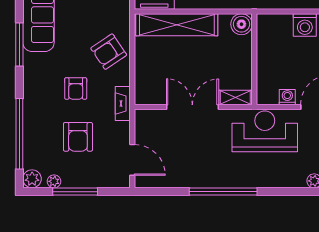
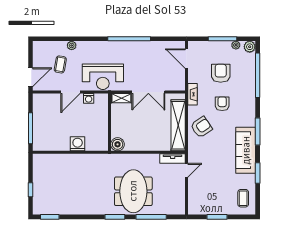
shelving: (177, 25) -> (178, 125), moved, turned 90

